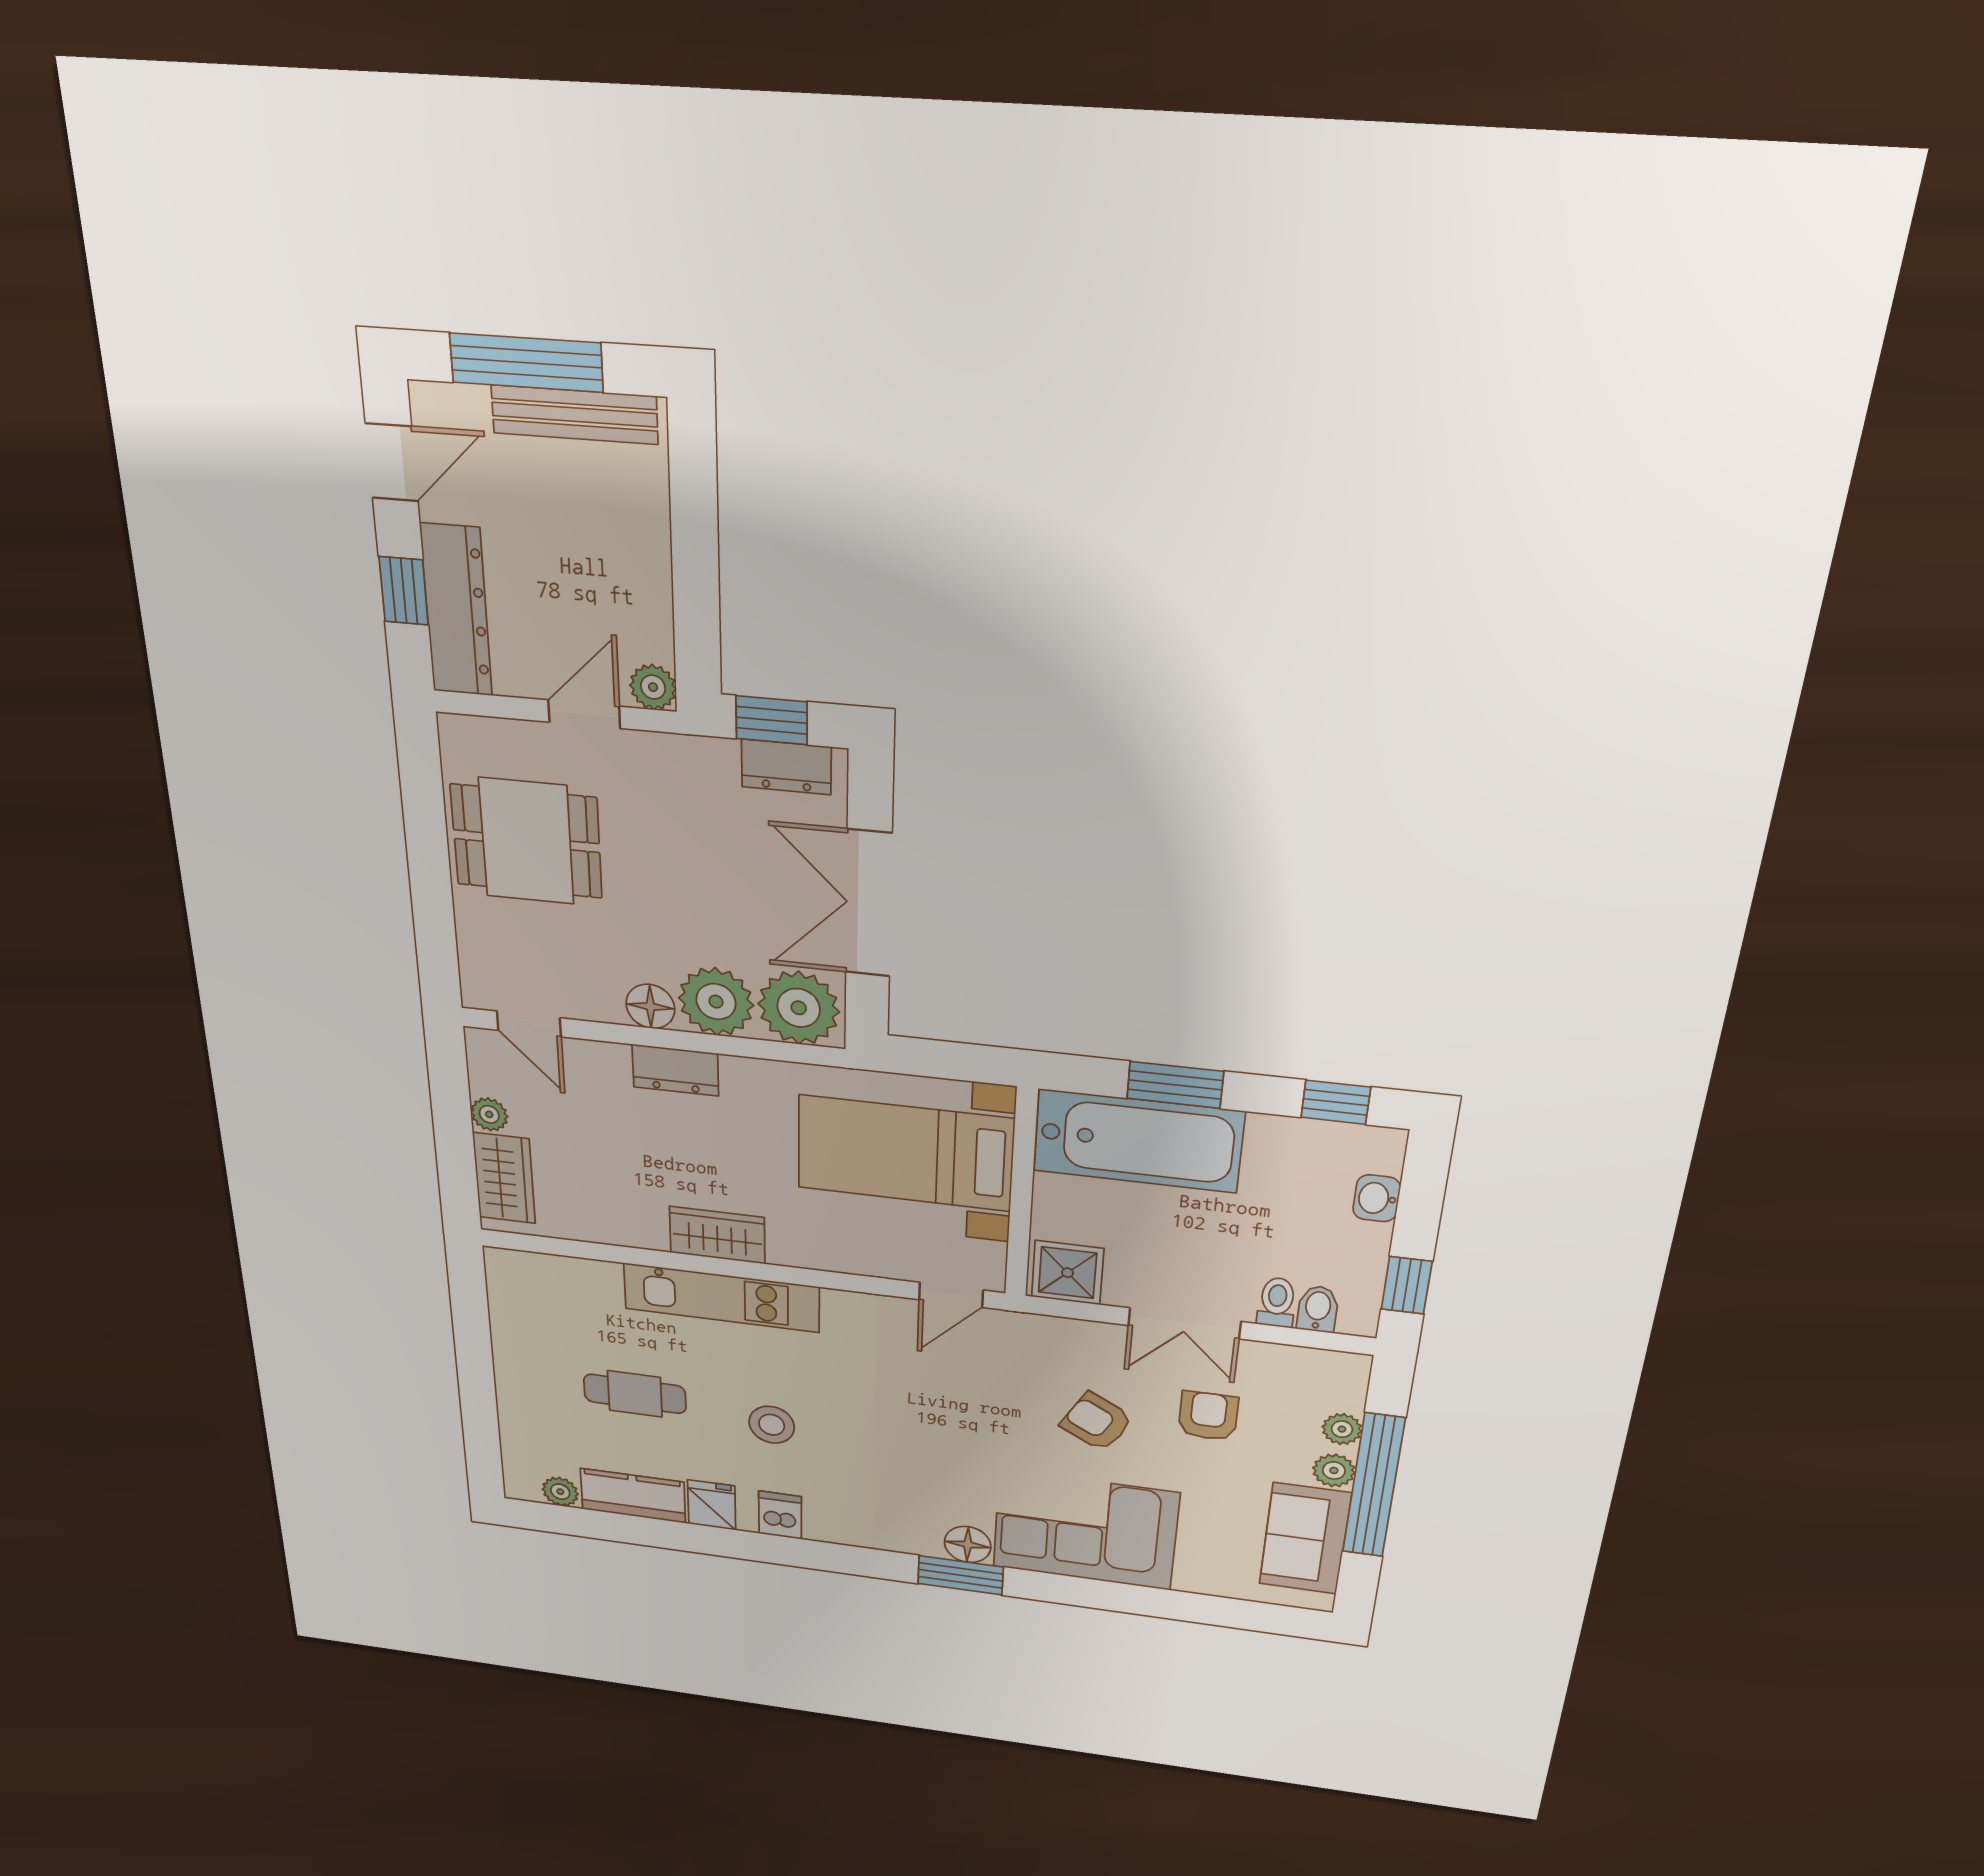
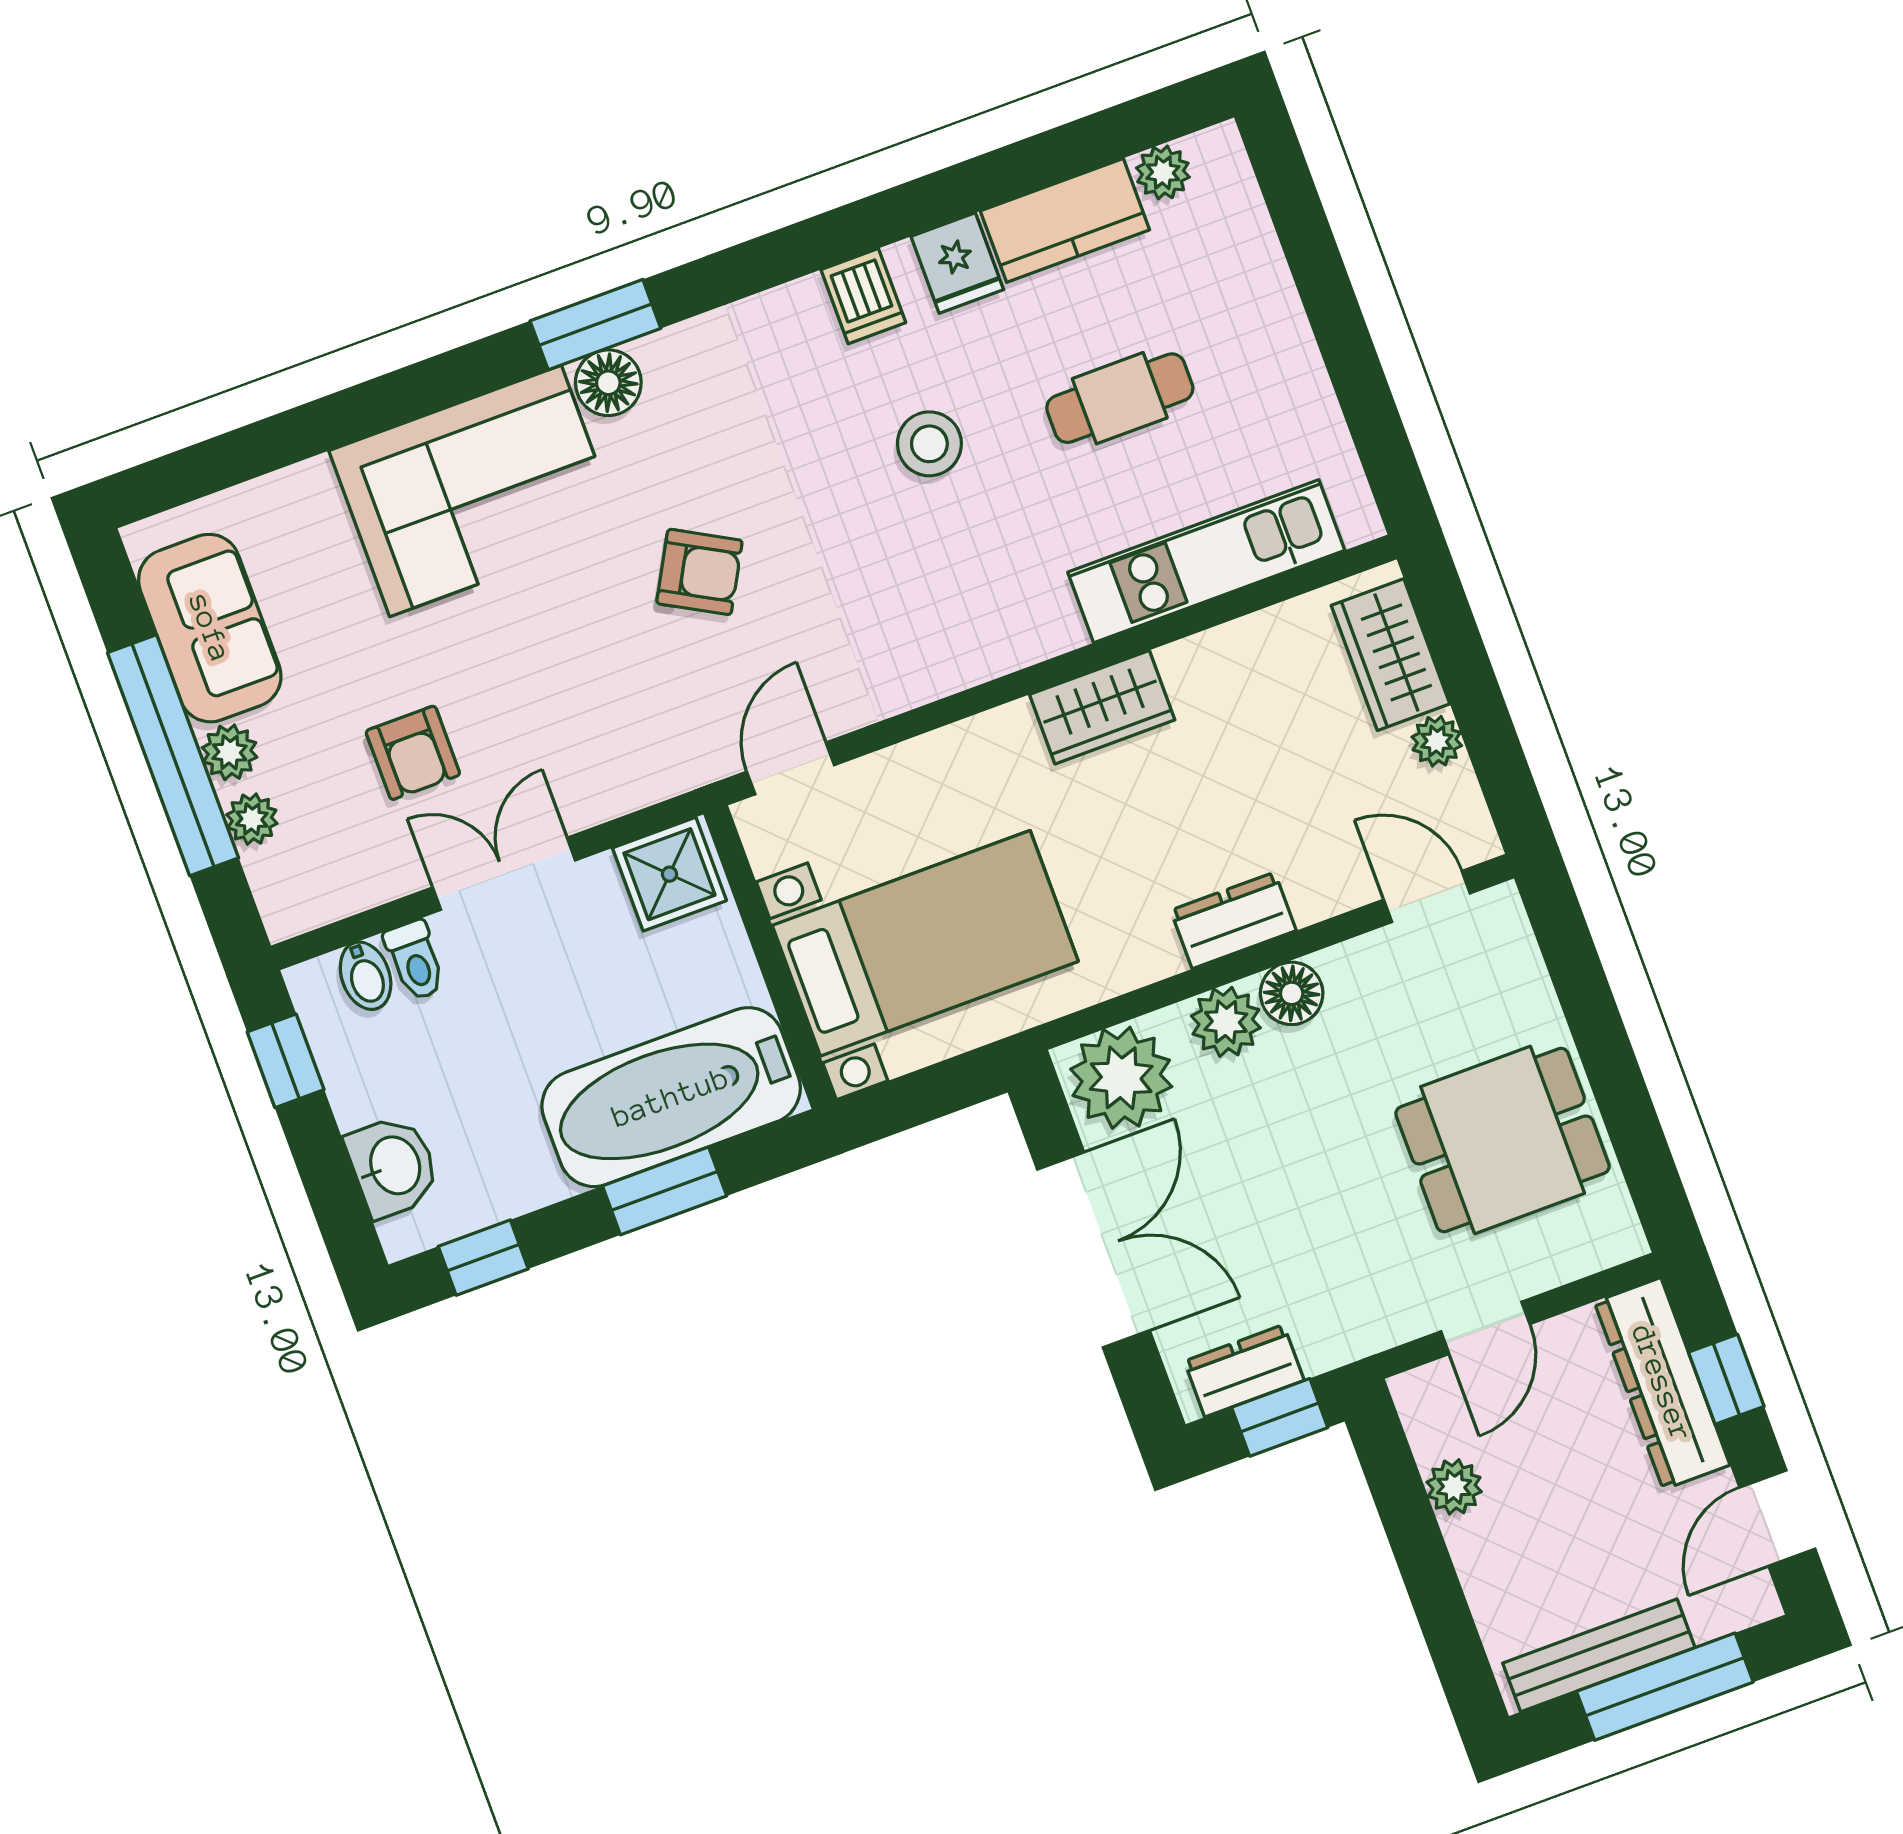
plant: (653, 687) -> (1454, 1487), moved
plant: (716, 1002) -> (1226, 1022), width x0.73, depth x0.73
washbasin: (1377, 1198) -> (393, 1166), width x1.38, depth x1.45
kitchen unit: (721, 1298) -> (1206, 561), moved
armchair: (1097, 1422) -> (699, 572), moved

